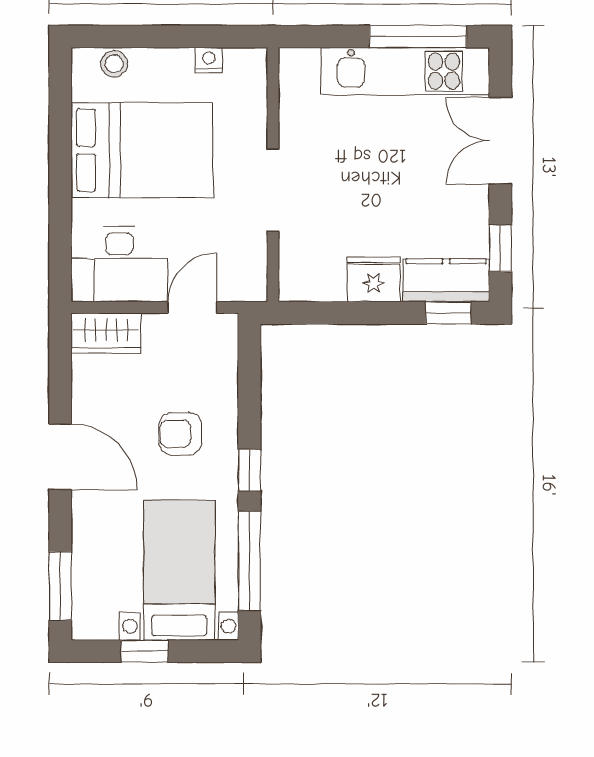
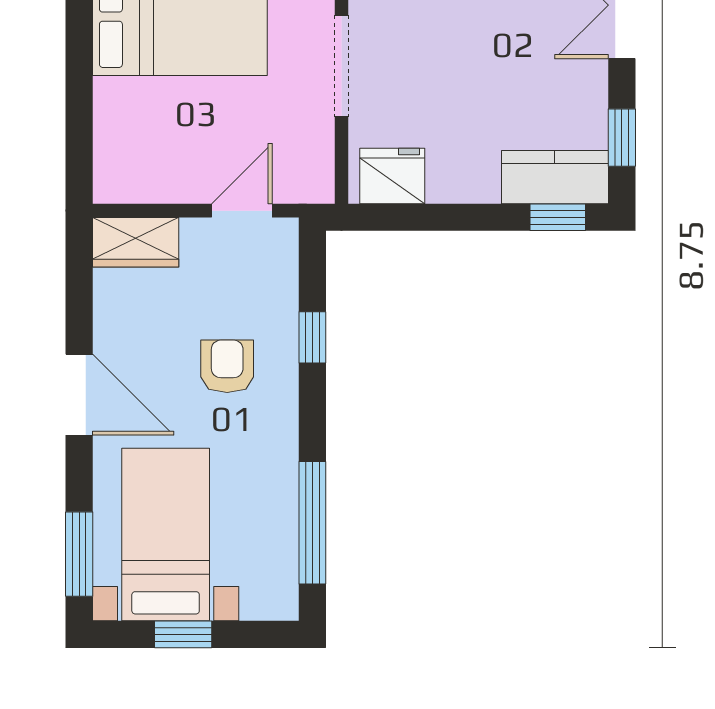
desk: (119, 264) -> (152, 157), removed
fridge: (374, 279) -> (392, 176), moved
armchair: (180, 434) -> (227, 366), turned 90
window: (249, 470) -> (312, 337), moved
bed with nightstands: (179, 570) -> (166, 535), moved

